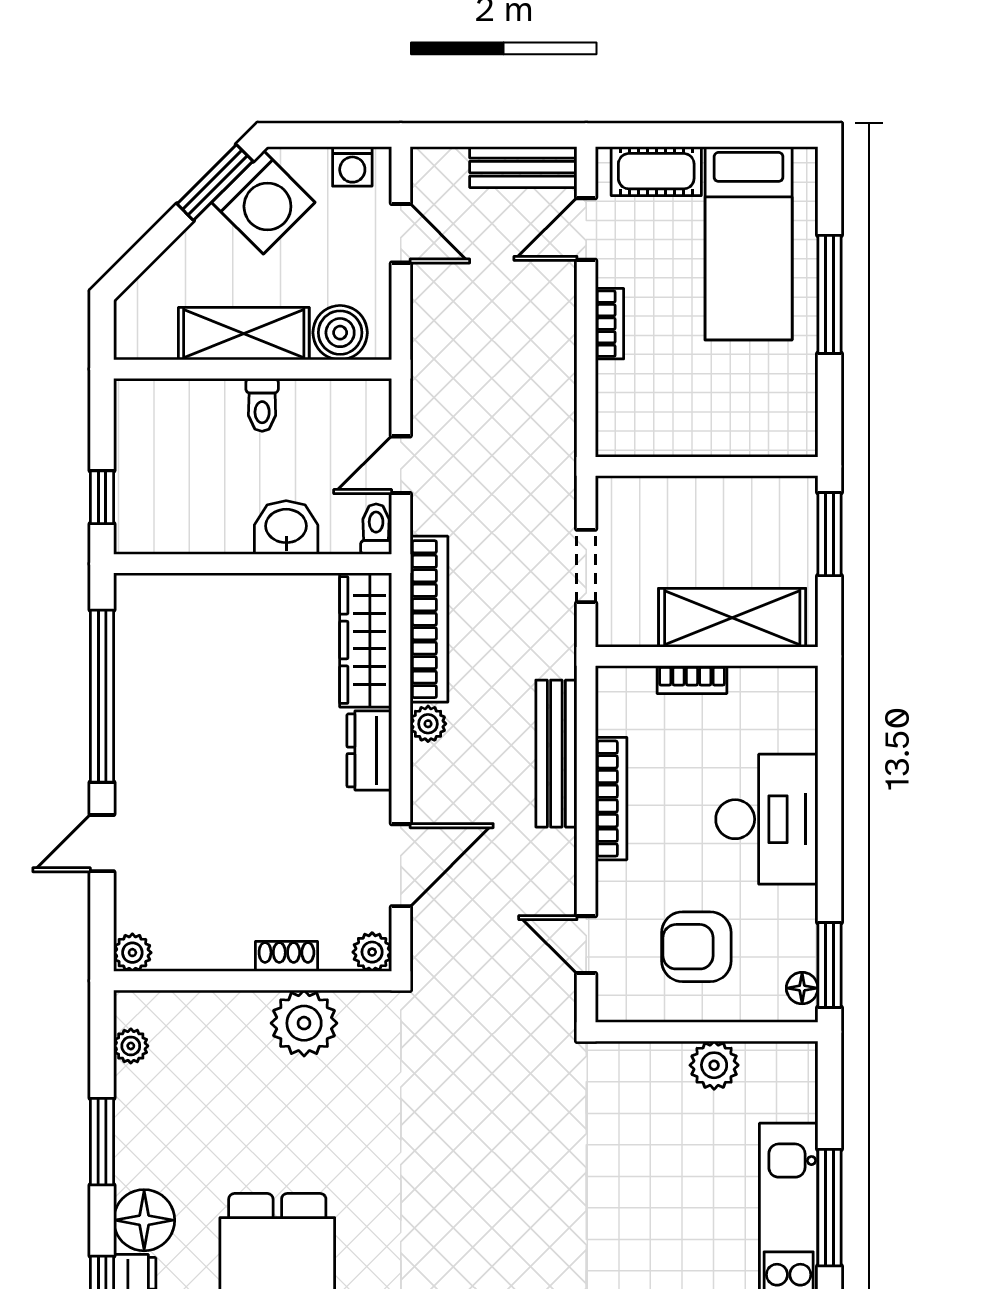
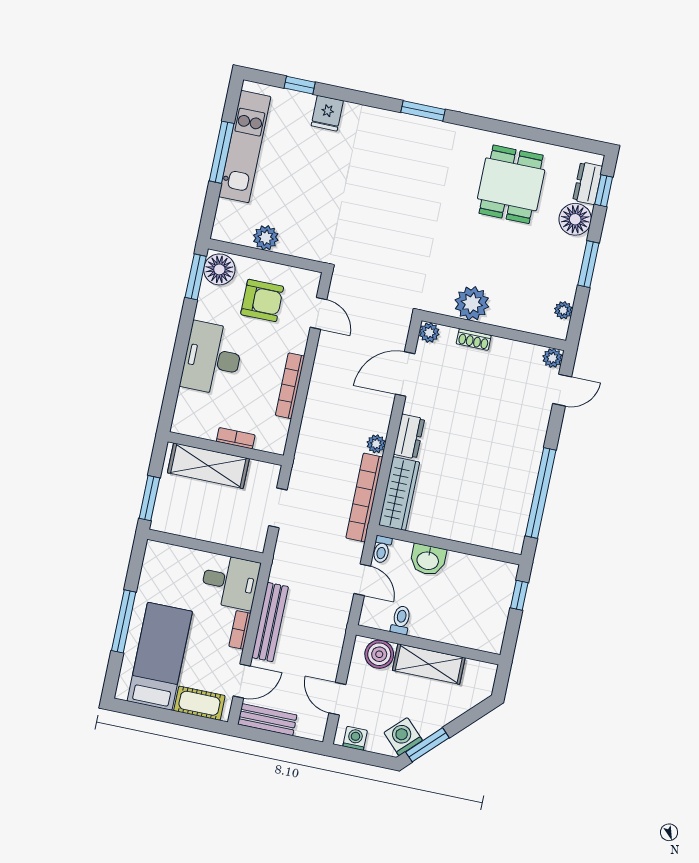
washing machine: (263, 202) -> (403, 737), width x0.73, depth x0.73
toilet: (262, 405) -> (401, 620), moved
desk: (646, 410) -> (230, 582), added
door: (401, 465) -> (362, 580), hinge flipped
bench: (556, 754) -> (270, 622), moved
door: (102, 843) -> (562, 390), moved
floor lamp: (802, 988) -> (219, 269), width x1.89, depth x1.89

